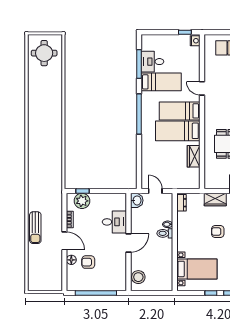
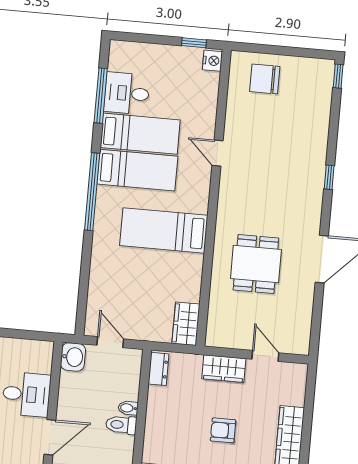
bed: (180, 111) -> (137, 170), moved, turned 180
wardrobe: (194, 156) -> (186, 324), moved

